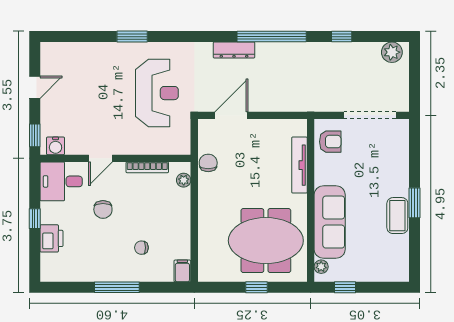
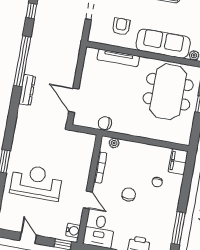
reception desk: (157, 93) -> (36, 182), moved
armchair: (330, 142) -> (121, 26), moved
chair: (103, 209) -> (129, 195), moved, turned -90
filing cabinet: (182, 271) -> (178, 162), width x2.00
window: (117, 287) -> (178, 228), moved

